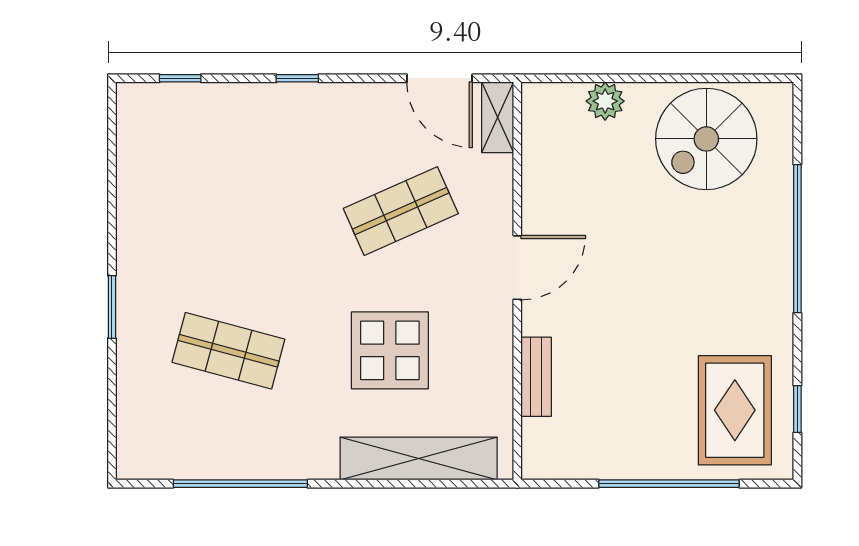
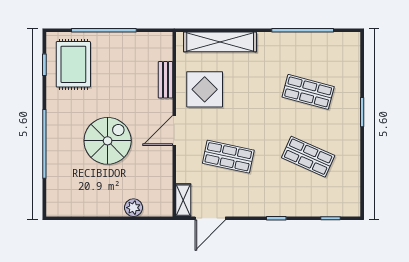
door: (440, 78) -> (210, 218), swing flipped
spiral stairs: (706, 139) -> (108, 141), moved
shop shelf: (228, 211) -> (308, 157), added
shop shelf: (401, 211) -> (228, 157), turned 36
display table: (390, 350) -> (205, 89), moved

